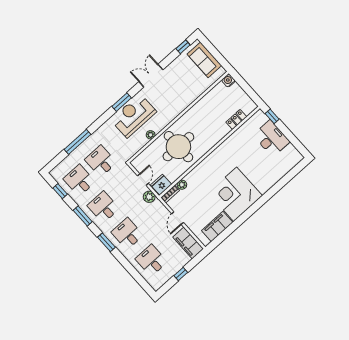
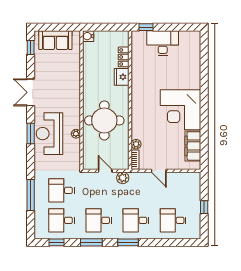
fridge: (161, 185) -> (122, 77), moved
filing cabinet: (188, 243) -> (185, 180), removed

